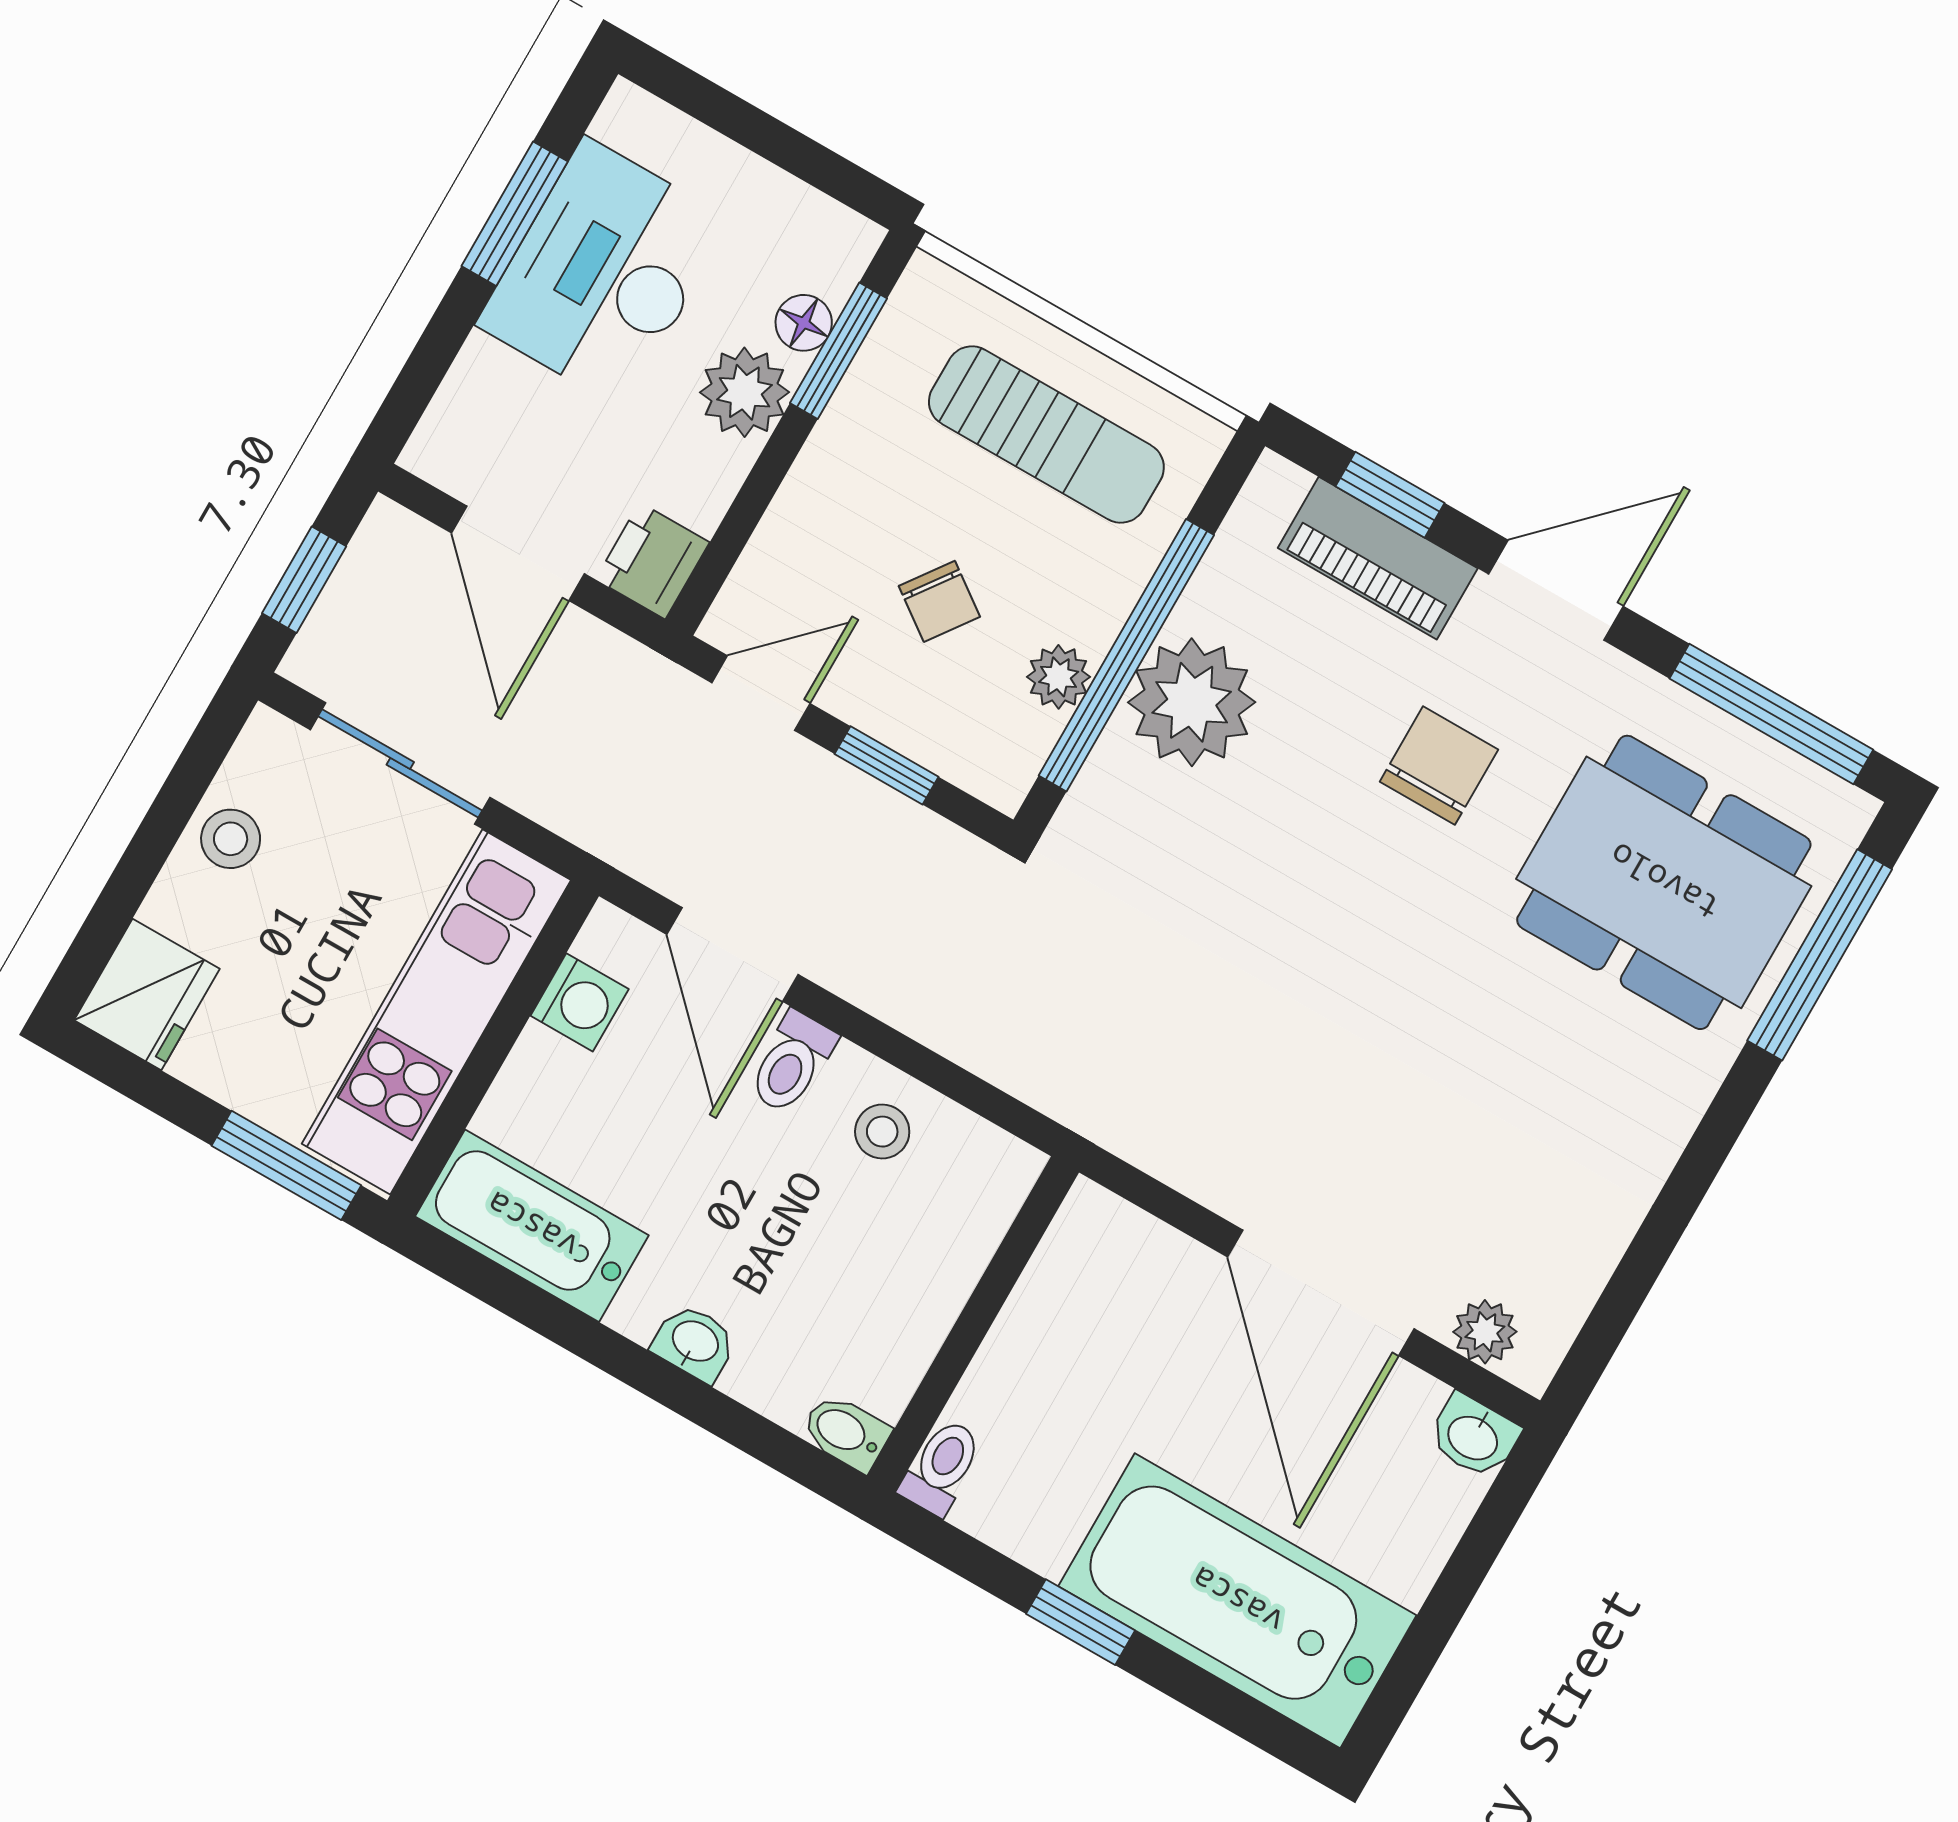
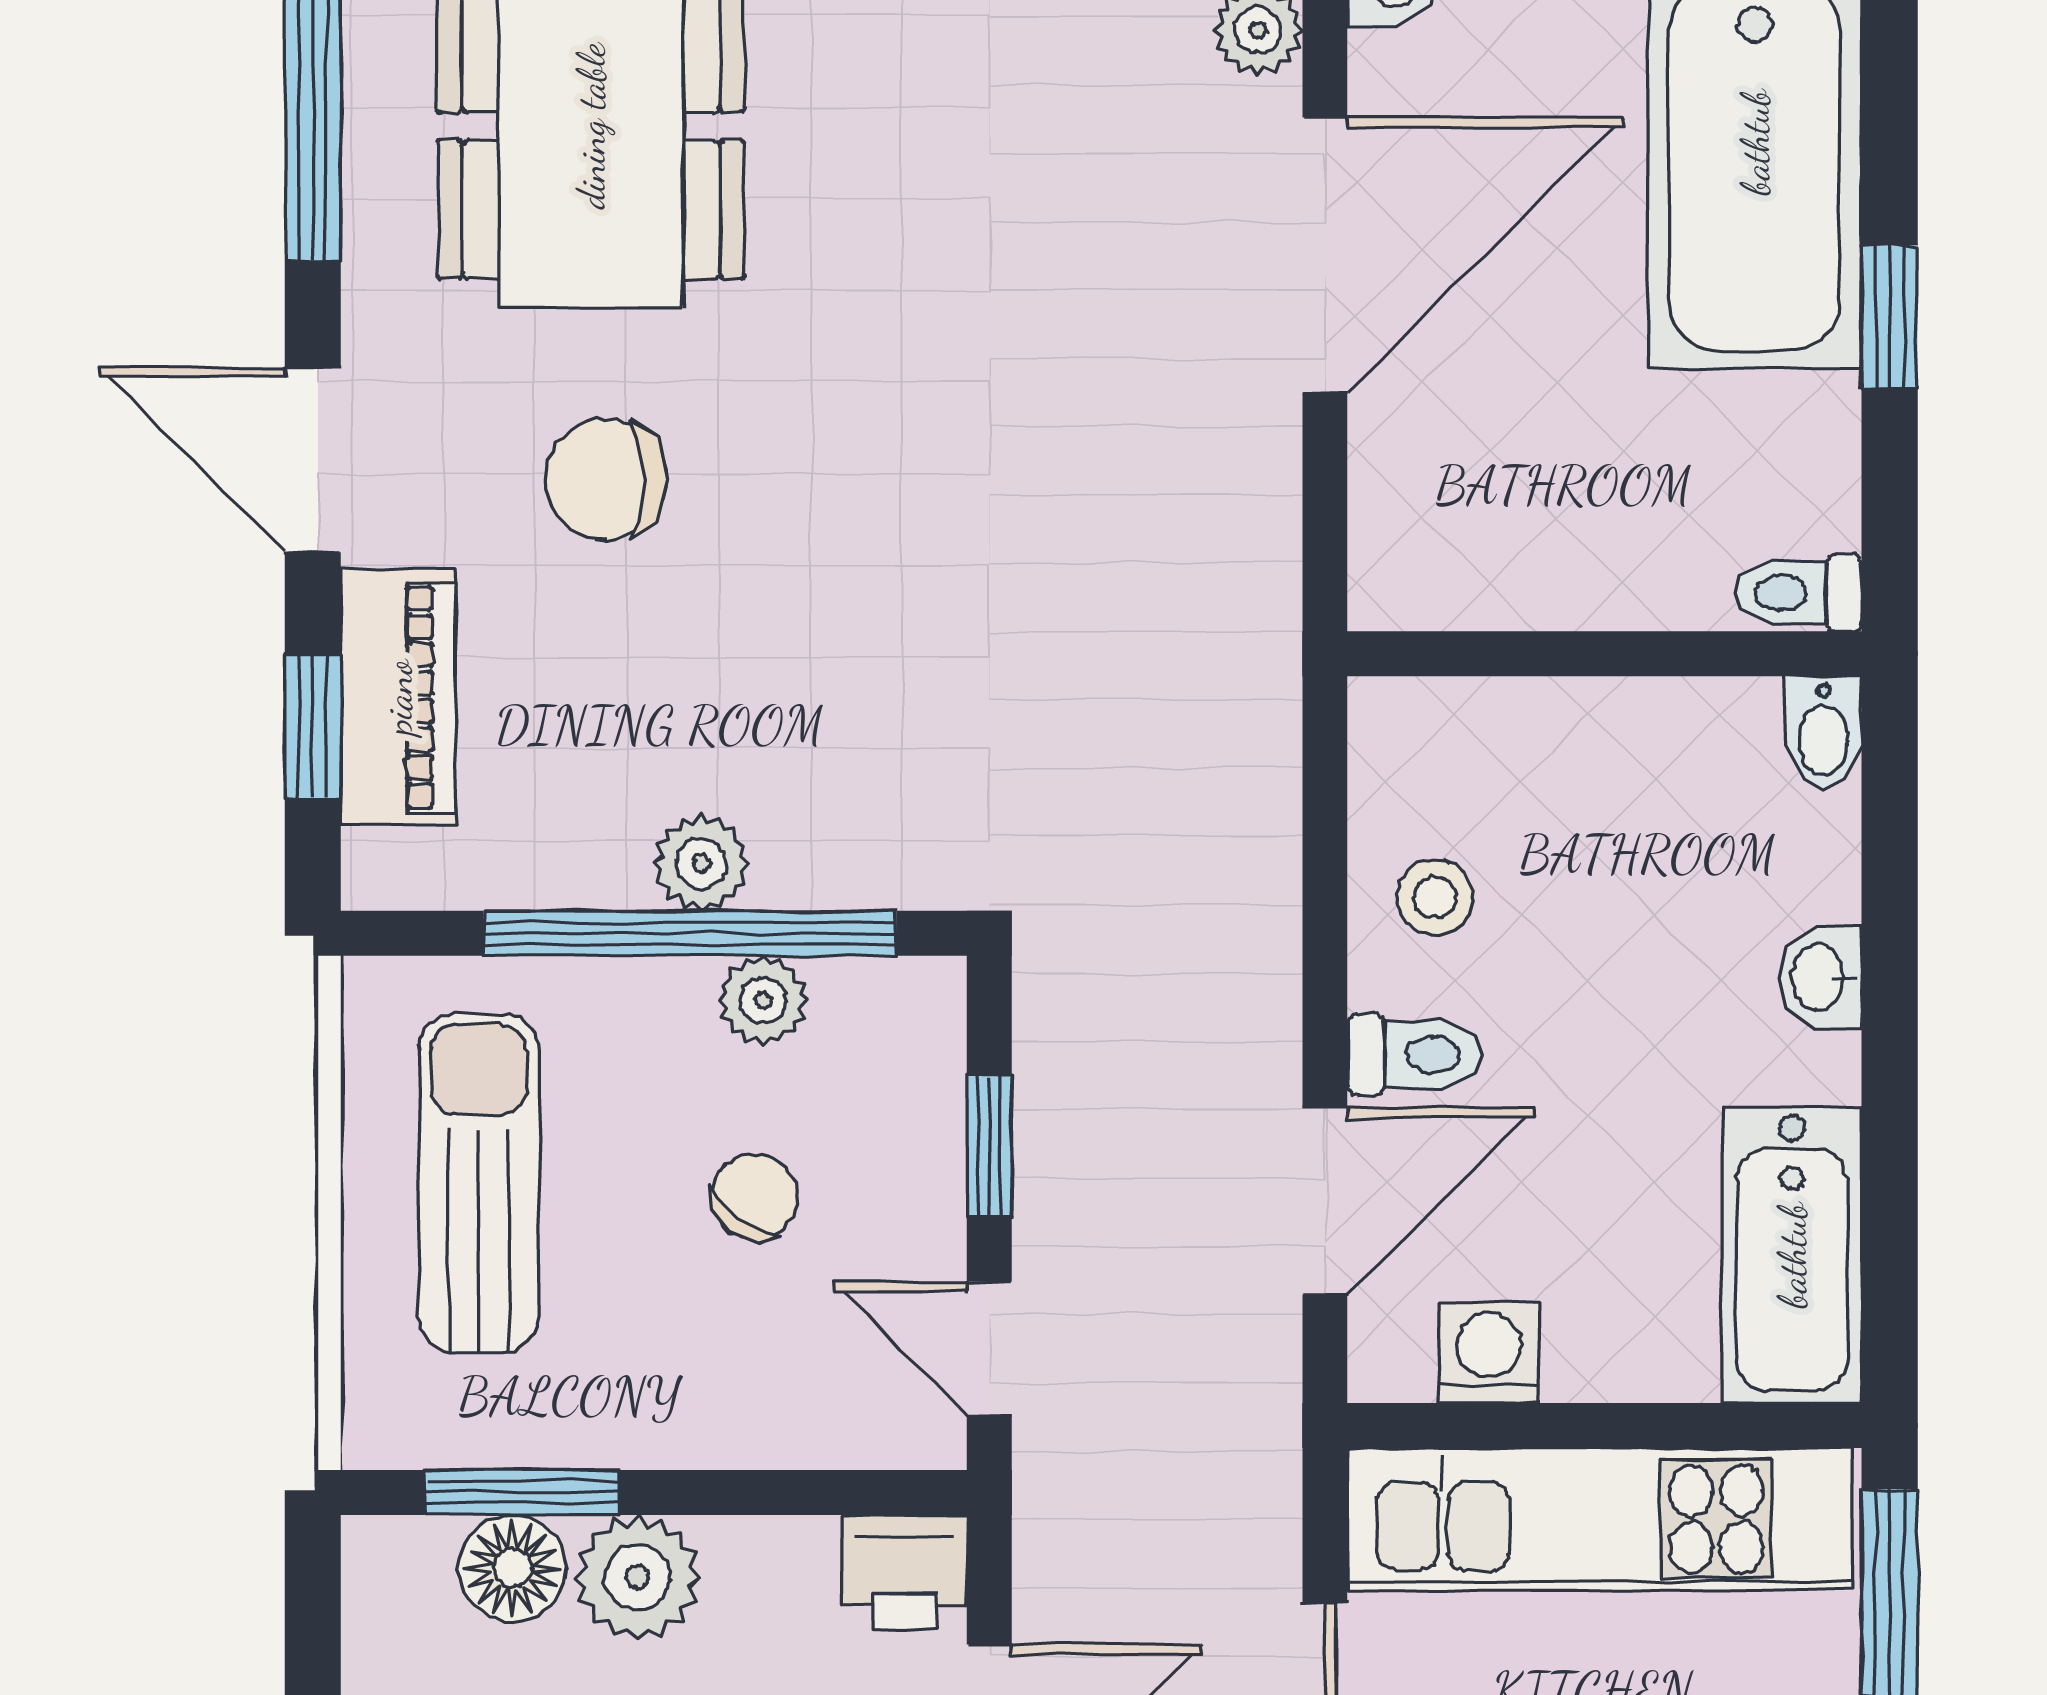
floor lamp: (804, 323) -> (512, 1568), width x1.37, depth x1.37
plant: (1192, 702) -> (701, 863), width x0.53, depth x0.53

